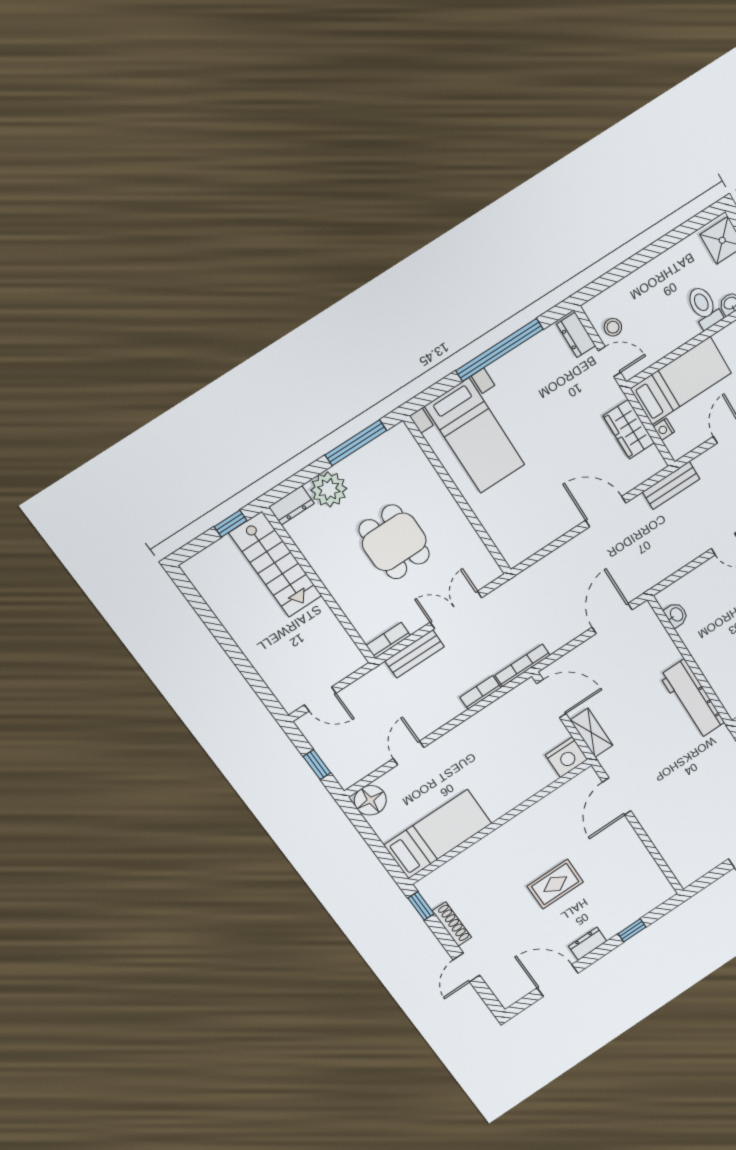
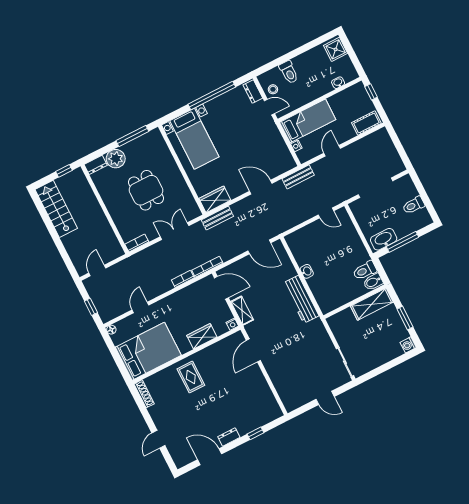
toilet: (704, 307) -> (289, 72), moved, turned 180
wardrobe: (629, 429) -> (215, 199), moved, turned 90
stairs: (276, 565) -> (56, 209), moved, turned 180
washbasin: (676, 615) -> (307, 271), moved
door: (612, 619) -> (259, 247), swing flipped
bench: (415, 654) -> (217, 218), moved
door: (320, 699) -> (97, 270), swing flipped
nightstand: (567, 757) -> (232, 324), width x0.53, depth x0.56
wardrobe: (525, 786) -> (202, 336), added
floor lamp: (370, 800) -> (111, 330), width x0.53, depth x0.53
bed: (438, 834) -> (148, 351), width x1.50
rug: (555, 884) -> (191, 377), moved, turned 90
window: (421, 906) -> (137, 398), removed
shoe rack: (452, 924) -> (144, 394), moved

